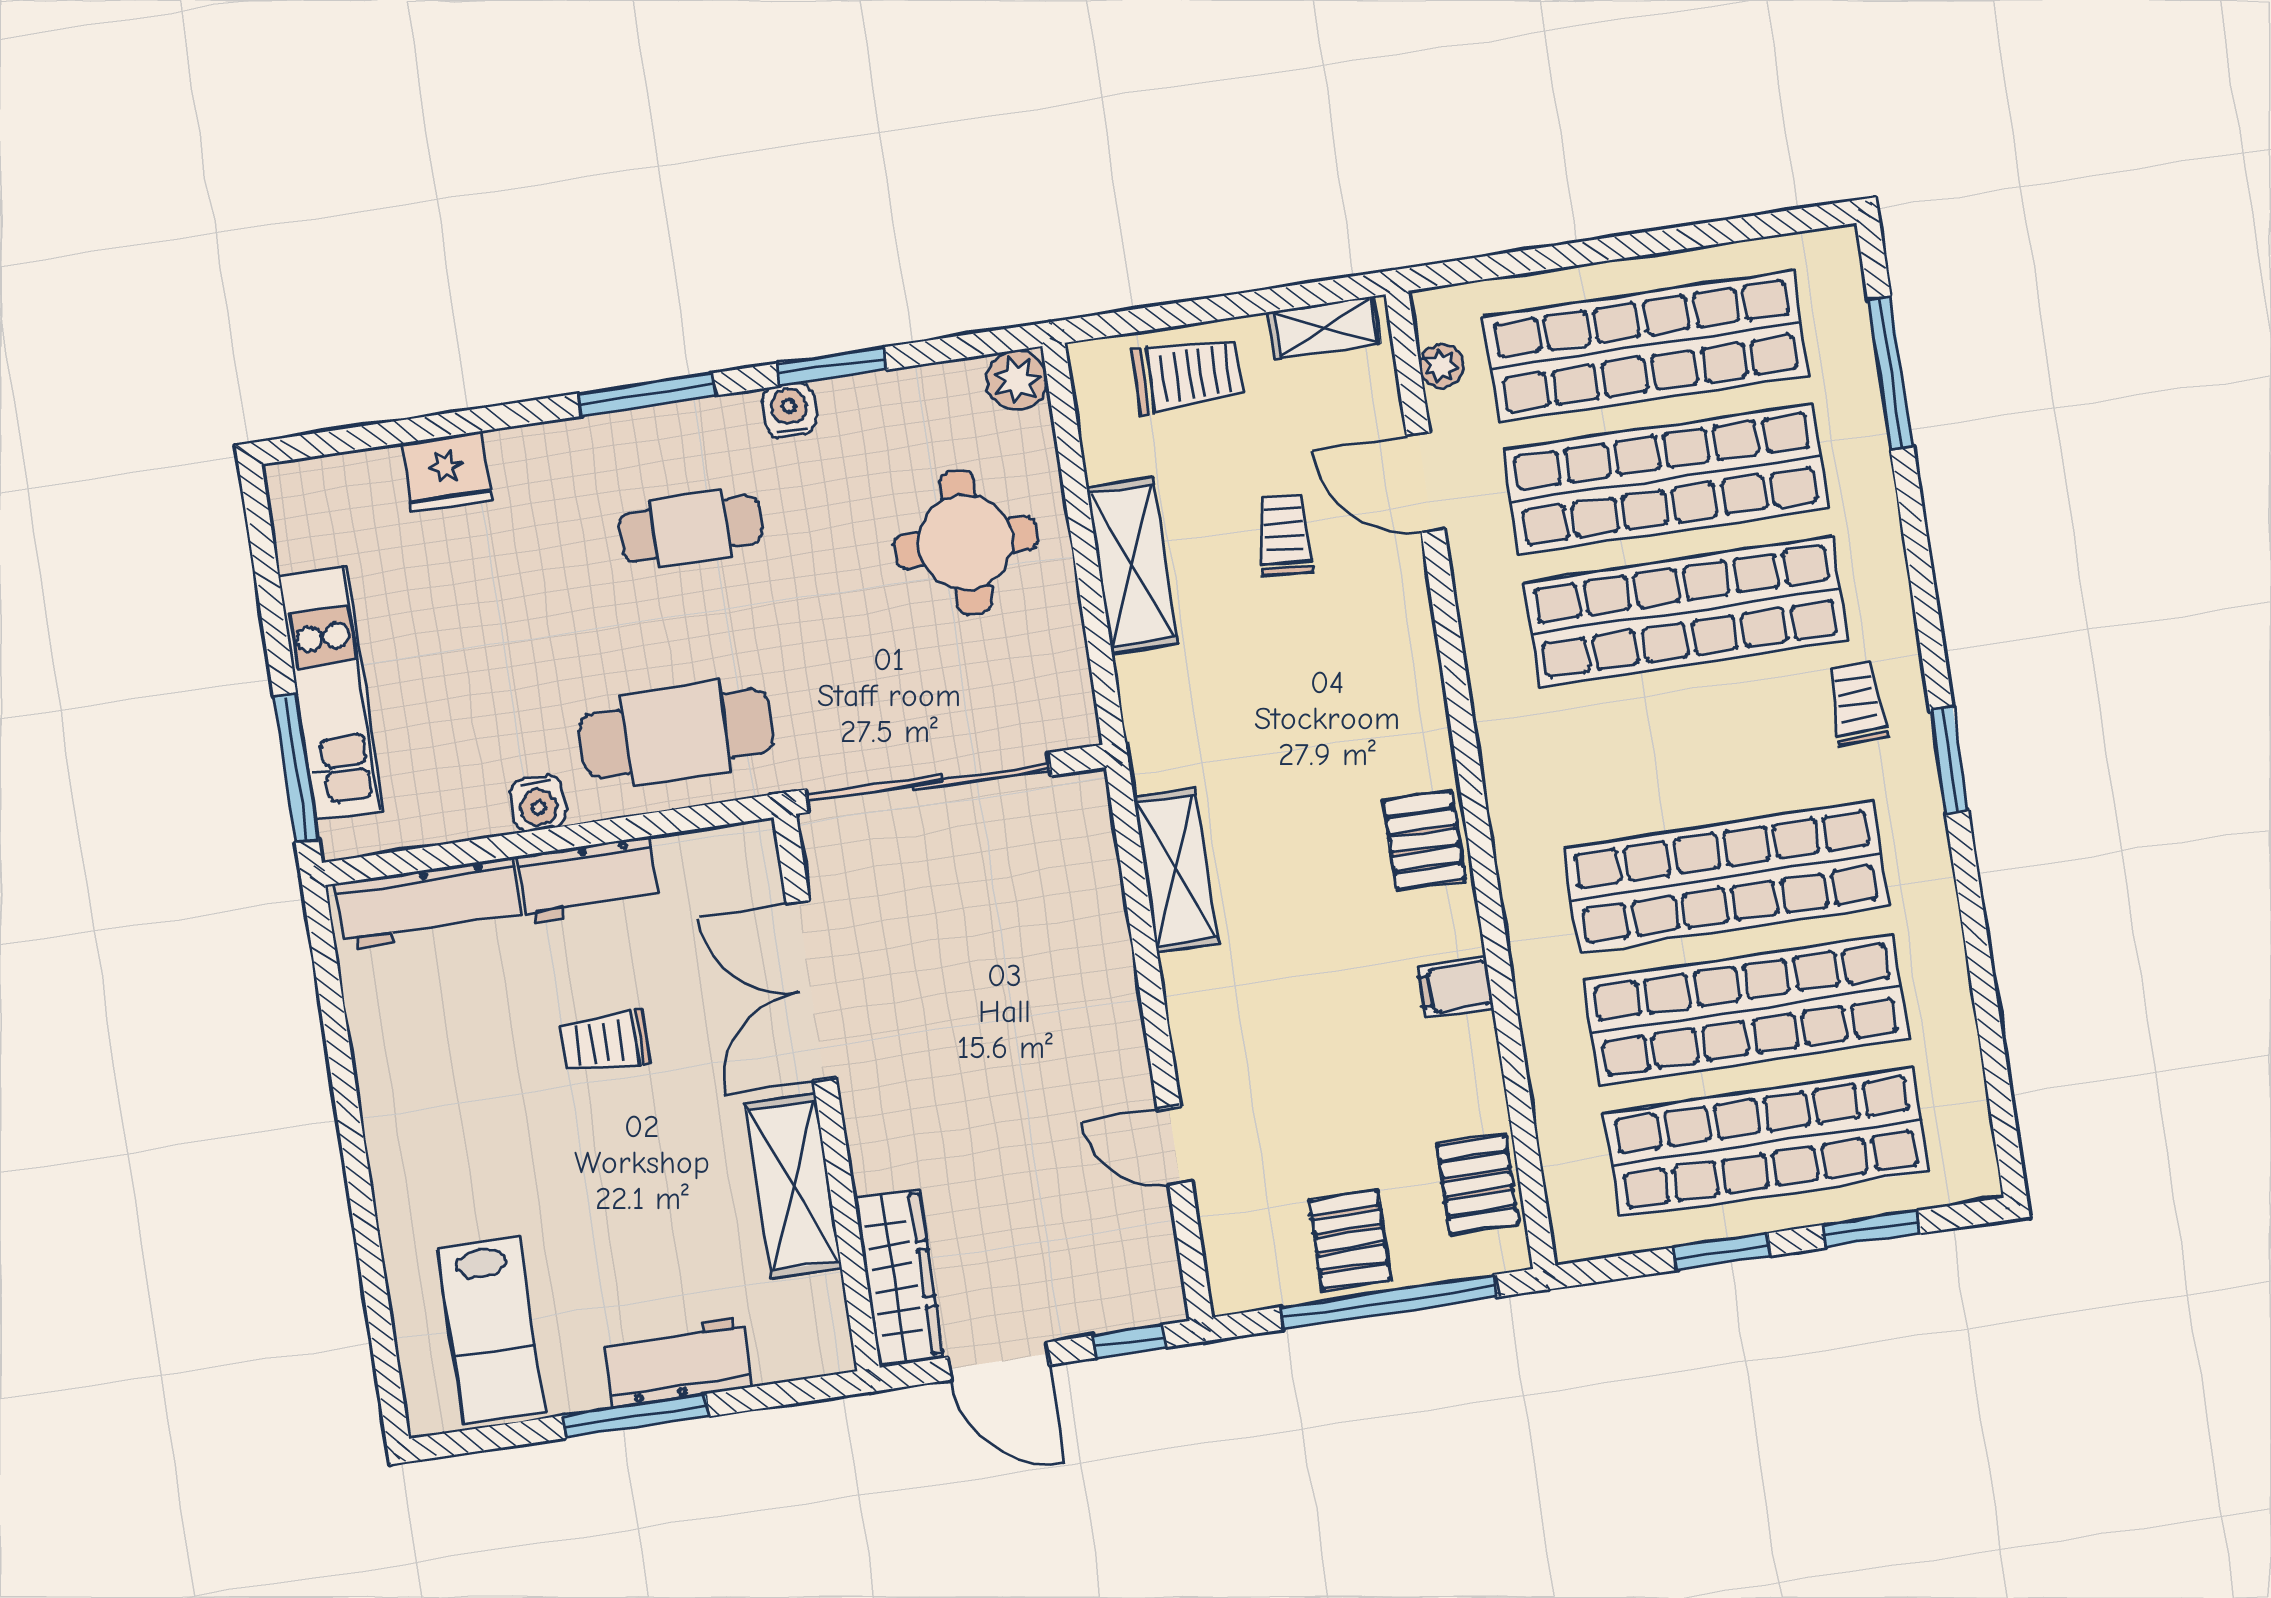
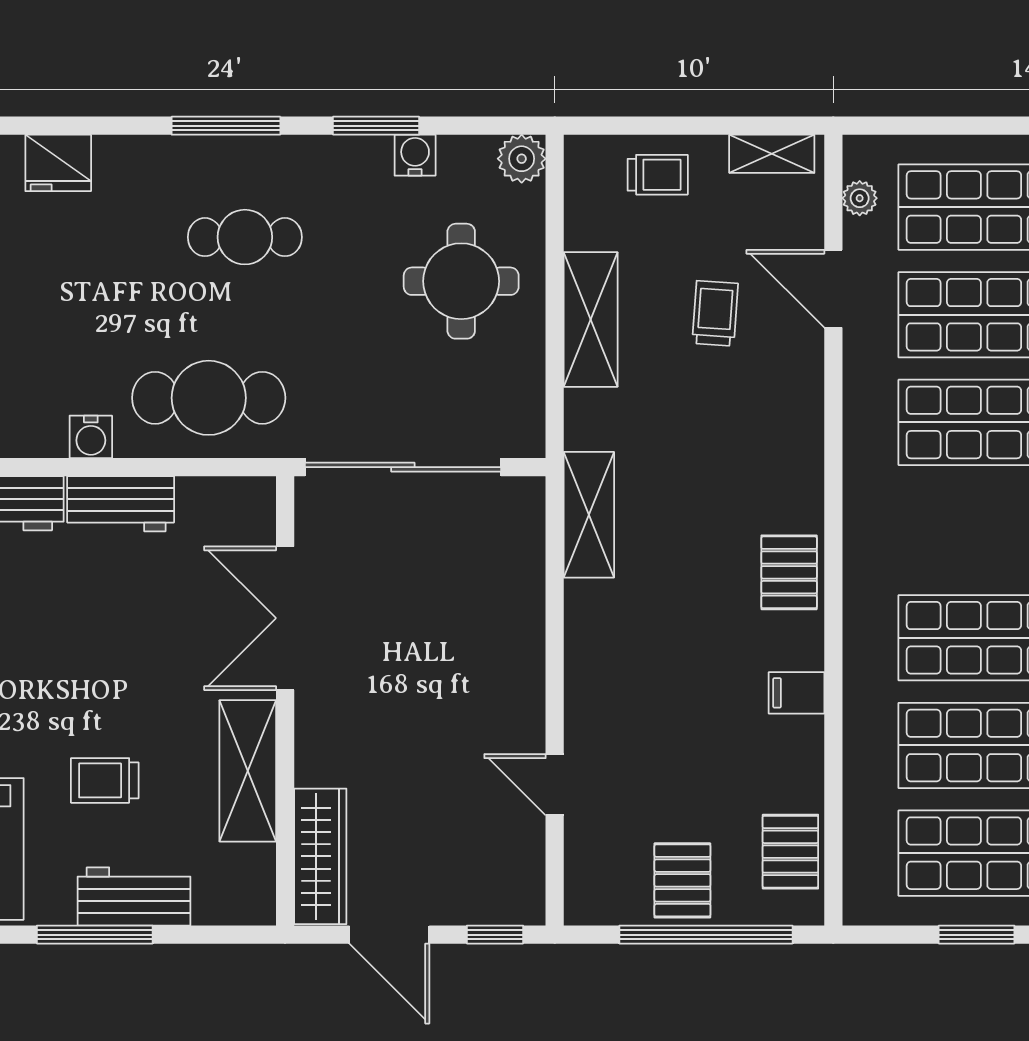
trolley: (1188, 375) -> (658, 175), width x0.73, depth x0.72
water cooler: (789, 410) -> (415, 155), moved
shelving: (1176, 870) -> (589, 515), moved
trolley: (605, 1042) -> (105, 780), moved

